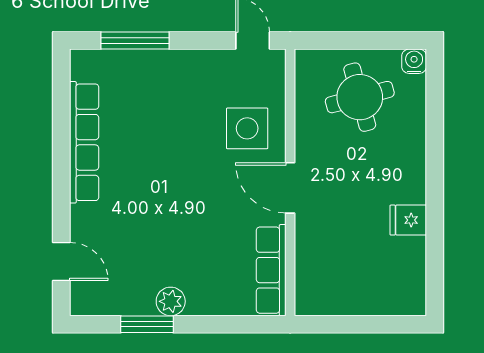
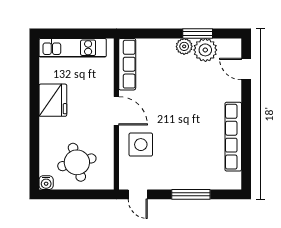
window: (135, 41) -> (191, 194), moved
fridge: (408, 220) -> (53, 100), width x1.88, depth x1.34
plant: (133, 295) -> (205, 50), added
kitchen unit: (367, 299) -> (73, 48), added

